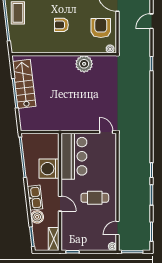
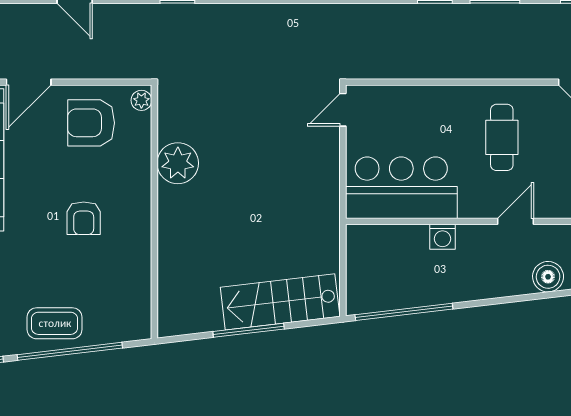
stairs: (24, 84) -> (280, 302), moved
washing machine: (49, 169) -> (442, 237), width x0.53, depth x0.53
kitchen sink: (35, 198) -> (501, 282), removed

